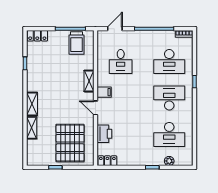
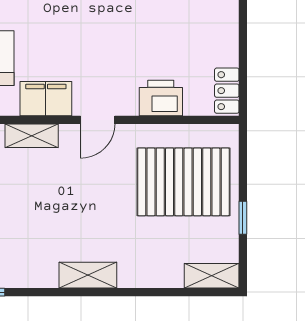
filing cabinet: (104, 92) -> (46, 99), width x2.00
shelving: (32, 128) -> (212, 276), moved

